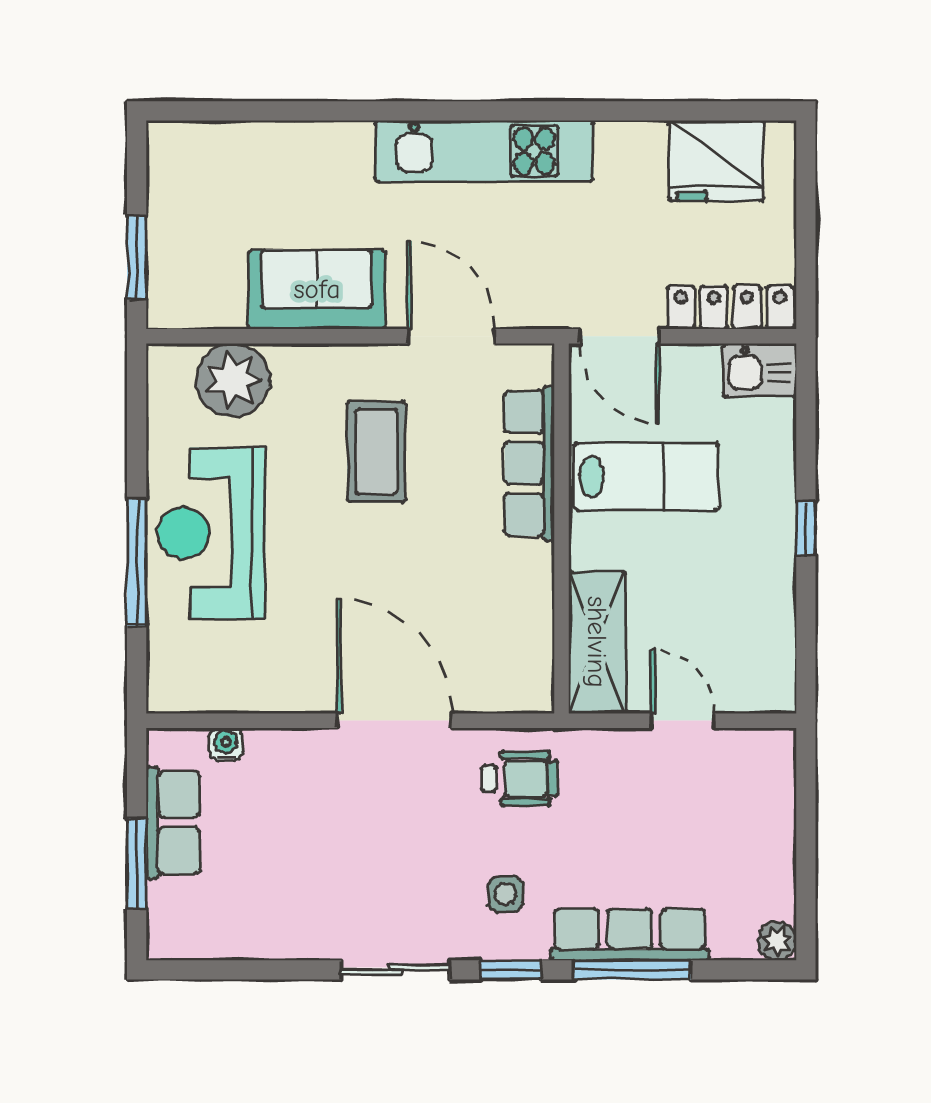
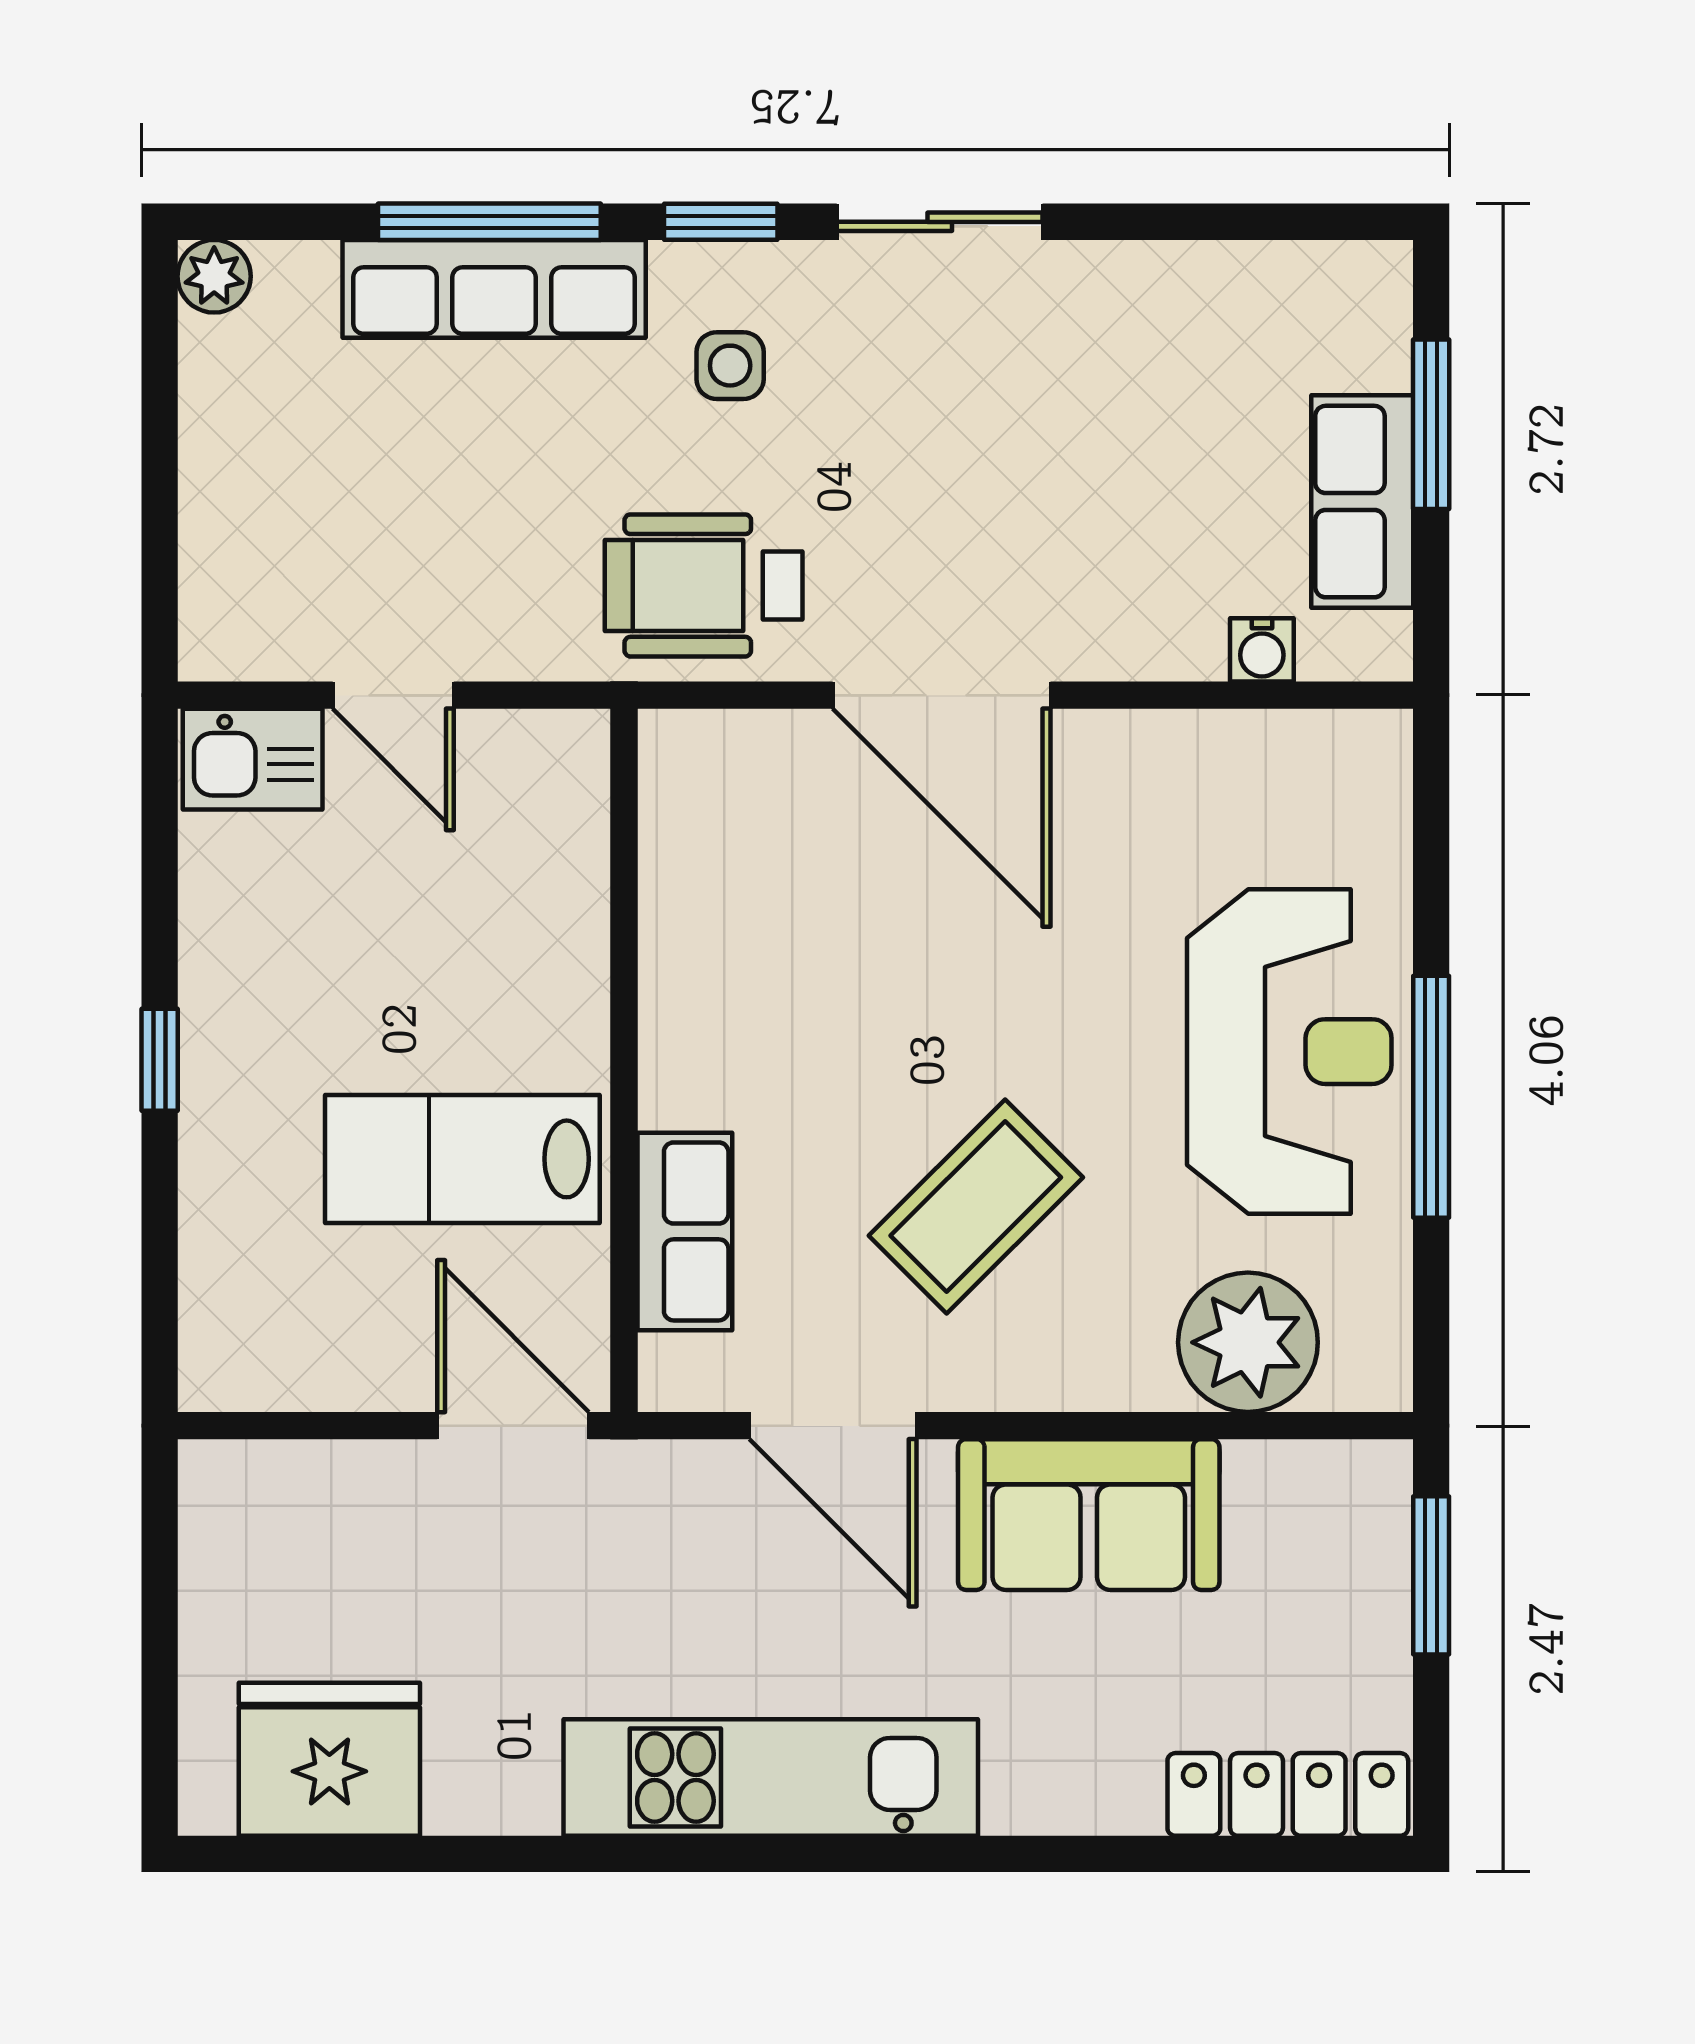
locker: (730, 307) -> (1288, 1794), moved, turned 180
kitchen sink: (760, 370) -> (253, 759), moved, turned 180
coffee table: (376, 452) -> (976, 1206), turned 45
row of seats: (529, 463) -> (685, 1231), width x0.68
window: (137, 562) -> (1431, 1097), moved
shelving: (597, 642) -> (556, 844), removed
wheelchair: (520, 778) -> (704, 585), width x1.36, depth x1.37

